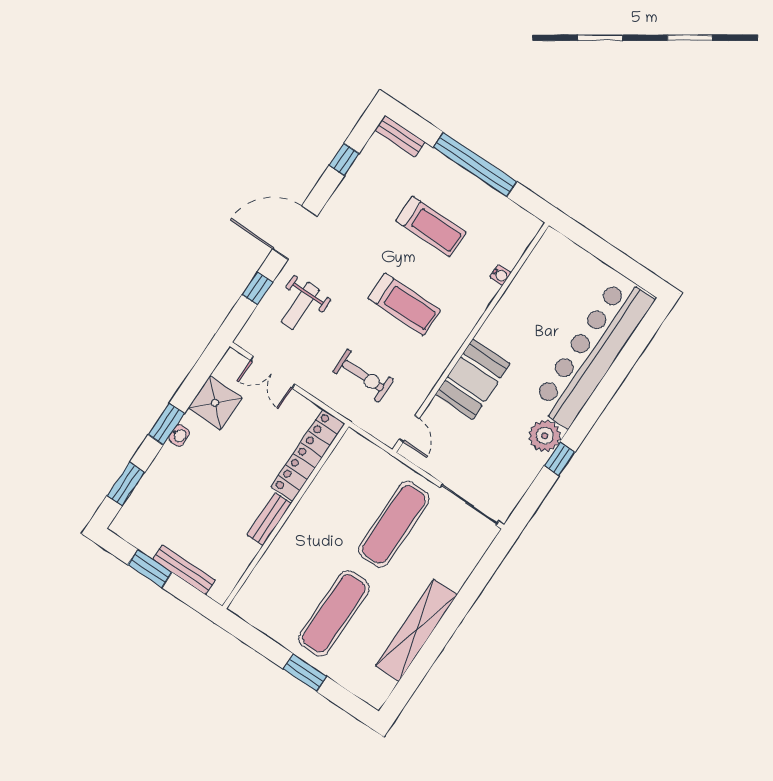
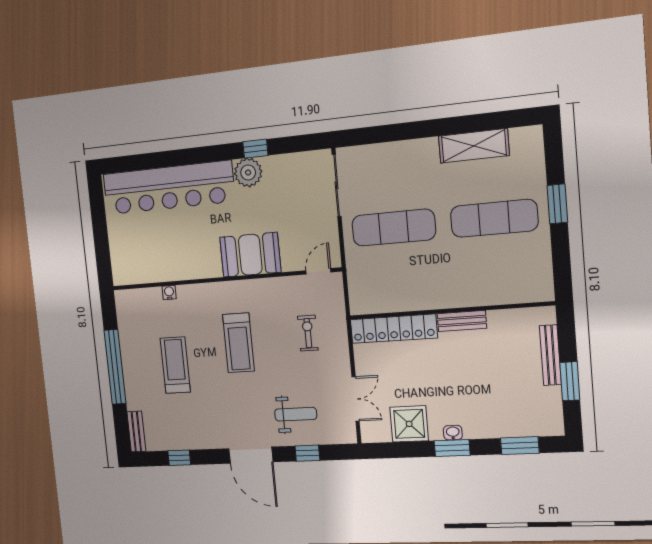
treadmill: (404, 304) -> (239, 343), turned 180
exercise bike: (363, 376) -> (308, 333), width x0.73, depth x0.72
shelving: (416, 630) -> (474, 146), width x0.68

